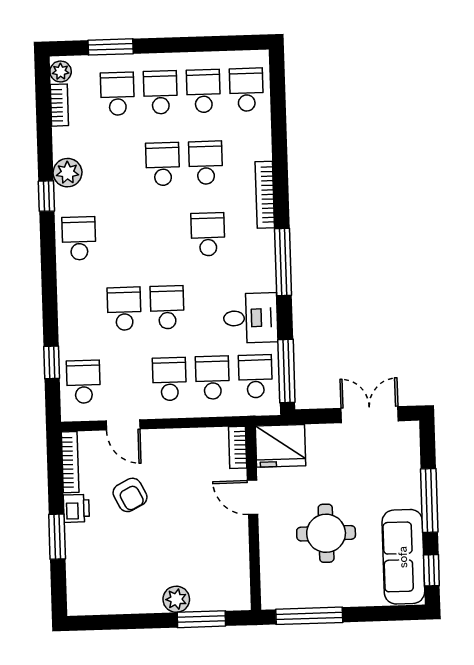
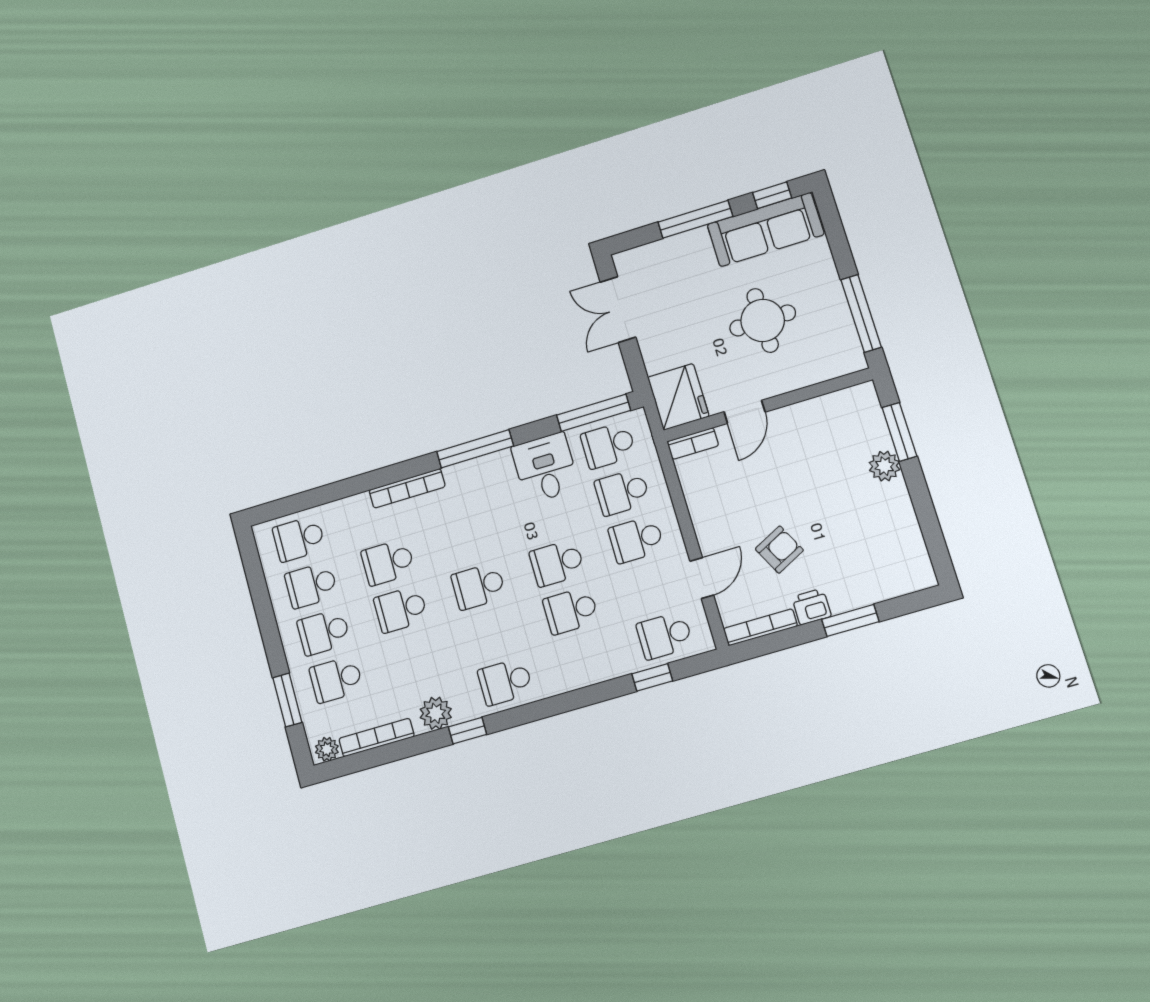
bookcase: (59, 105) -> (377, 738), width x1.56
school desk: (208, 234) -> (479, 586), moved

